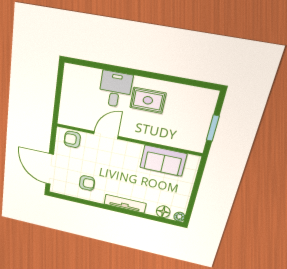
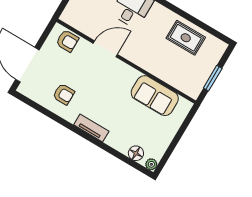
rug: (148, 100) -> (186, 38), moved
armchair: (72, 139) -> (67, 41), turned 180
tv unit: (125, 204) -> (91, 128), width x0.71

